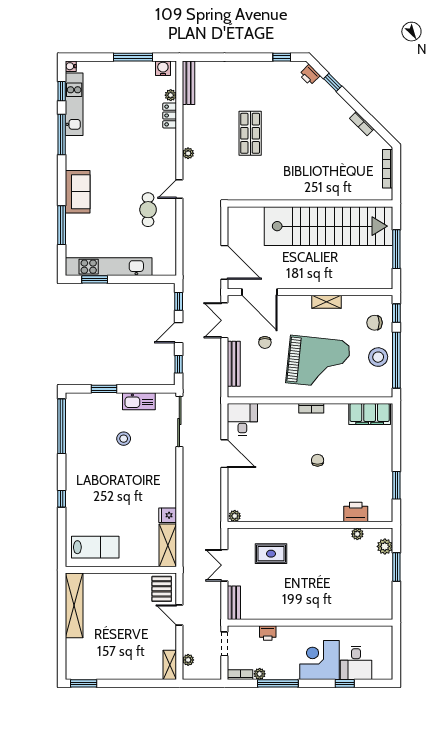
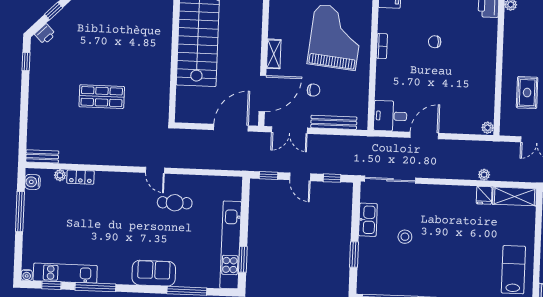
bench: (189, 83) -> (42, 156), width x0.73
plant: (188, 153) -> (484, 175), moved
shelving: (327, 302) -> (274, 54), moved

